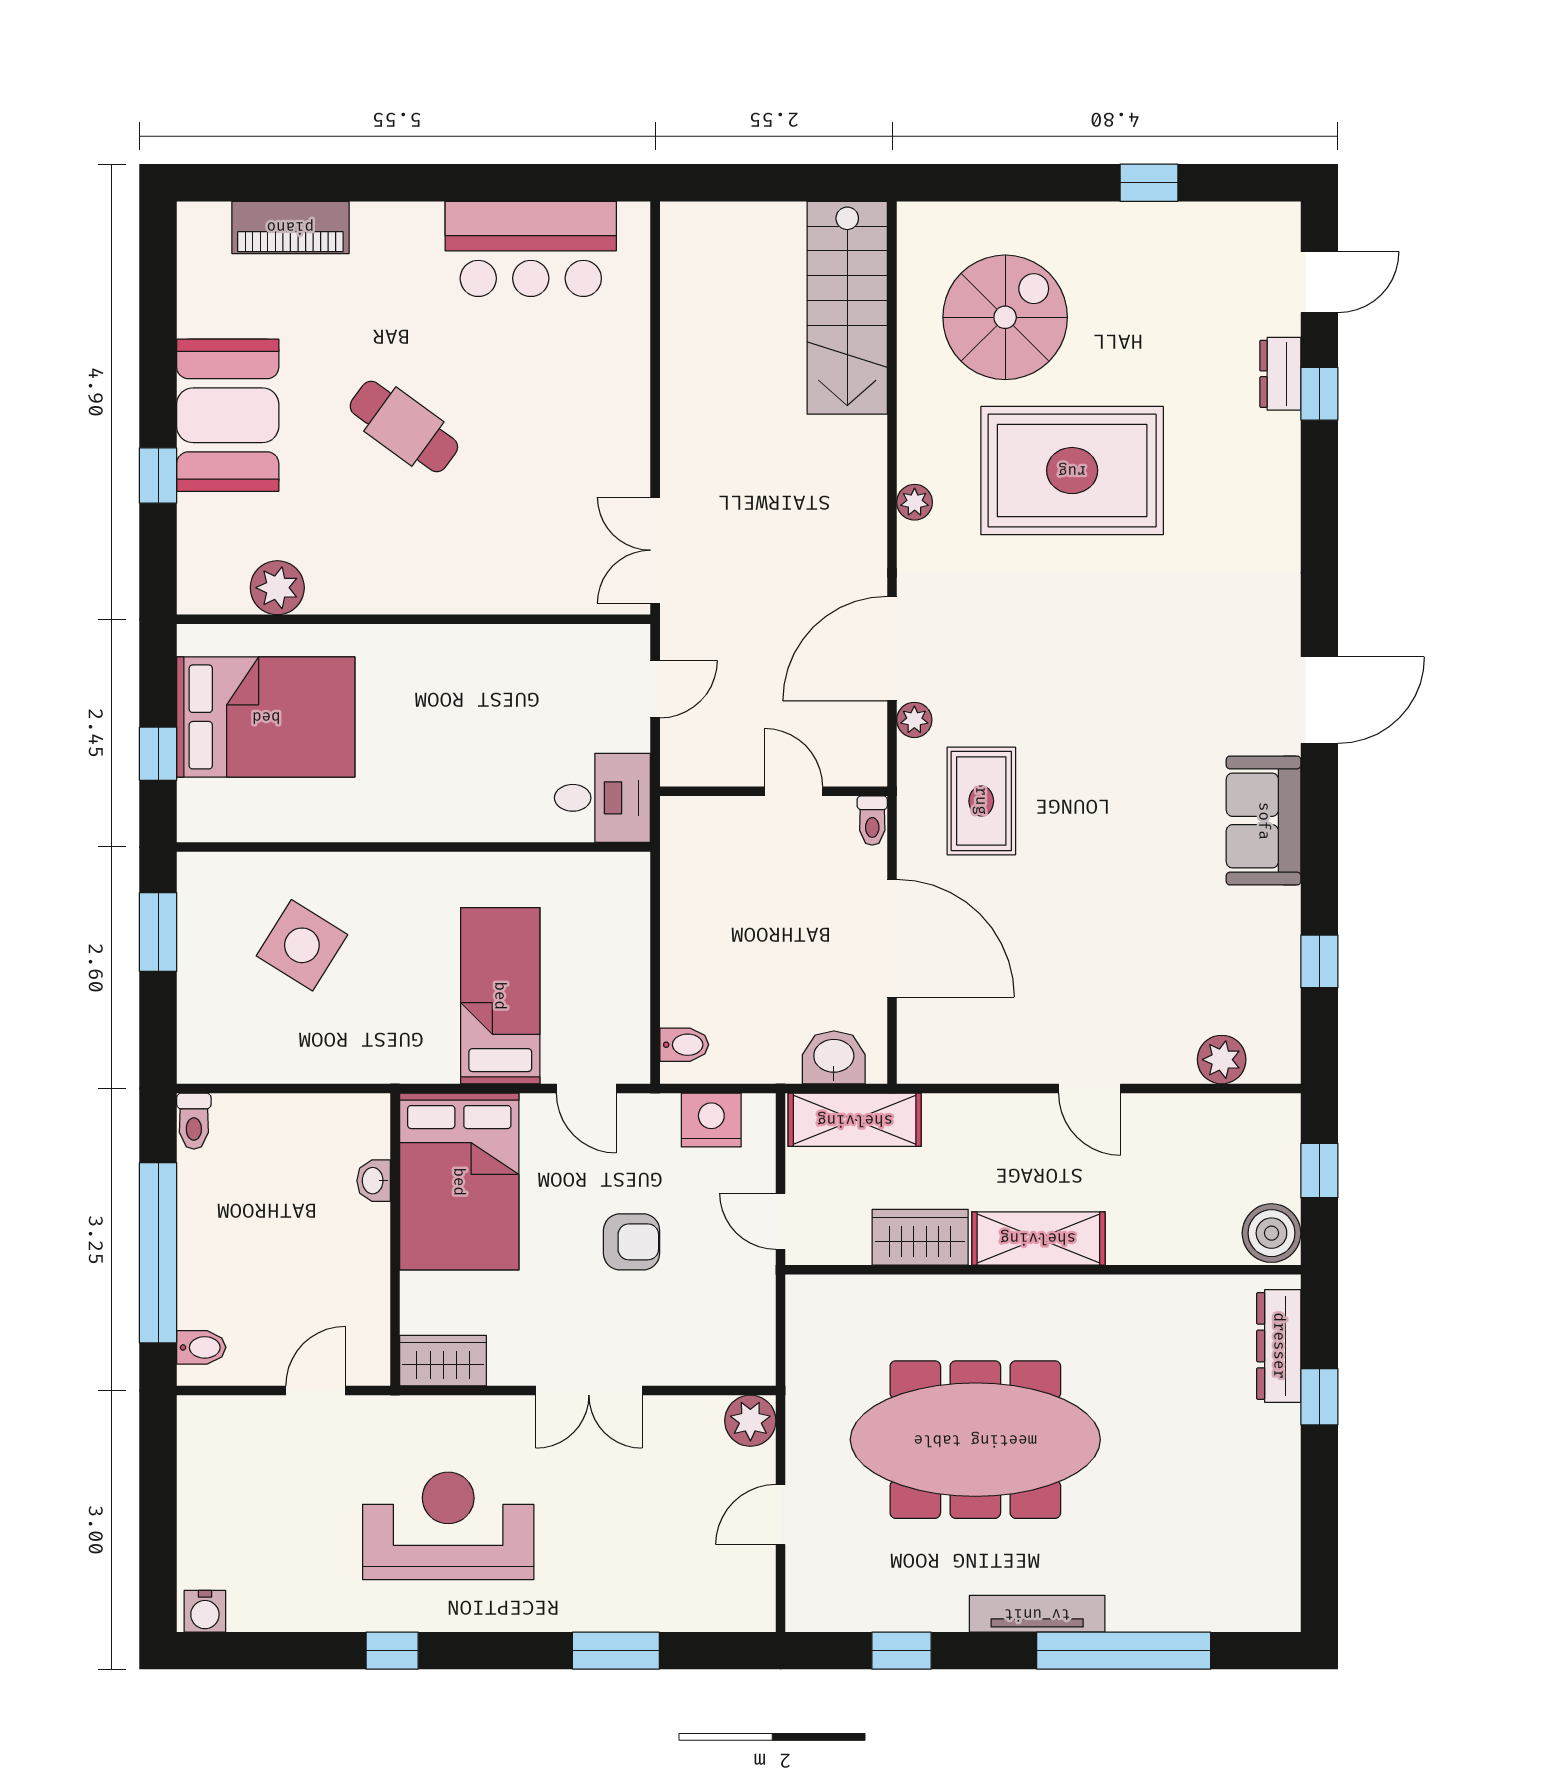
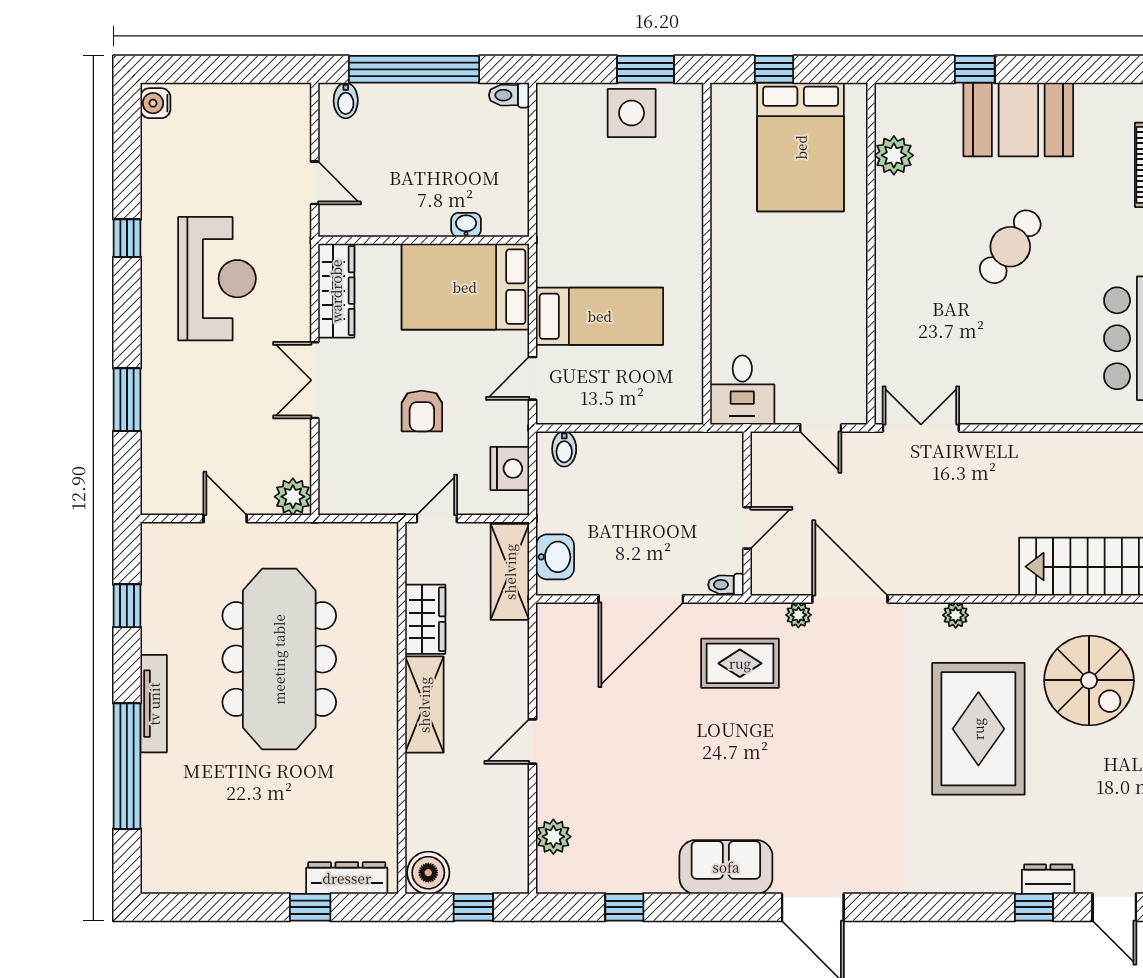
side table: (302, 945) -> (632, 113), moved, turned -32
wardrobe: (443, 1361) -> (336, 291), width x1.50

